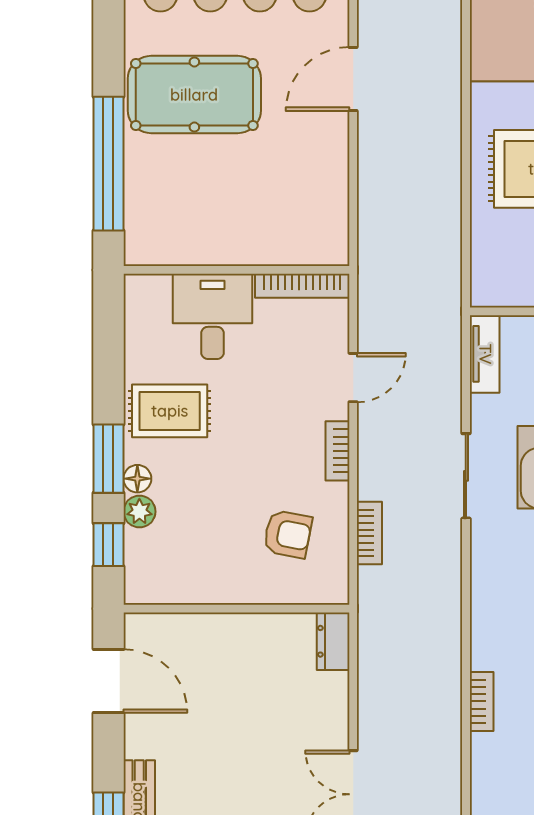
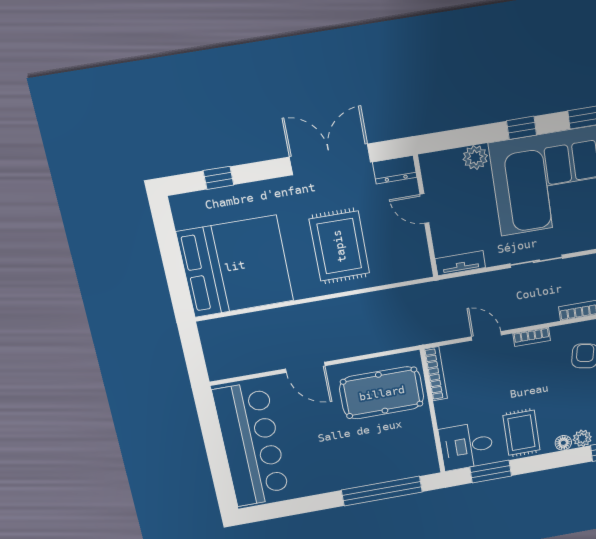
pool table: (194, 95) -> (382, 393), moved, turned 90
desk: (213, 316) -> (467, 446), moved
window: (108, 459) -> (491, 471), moved

